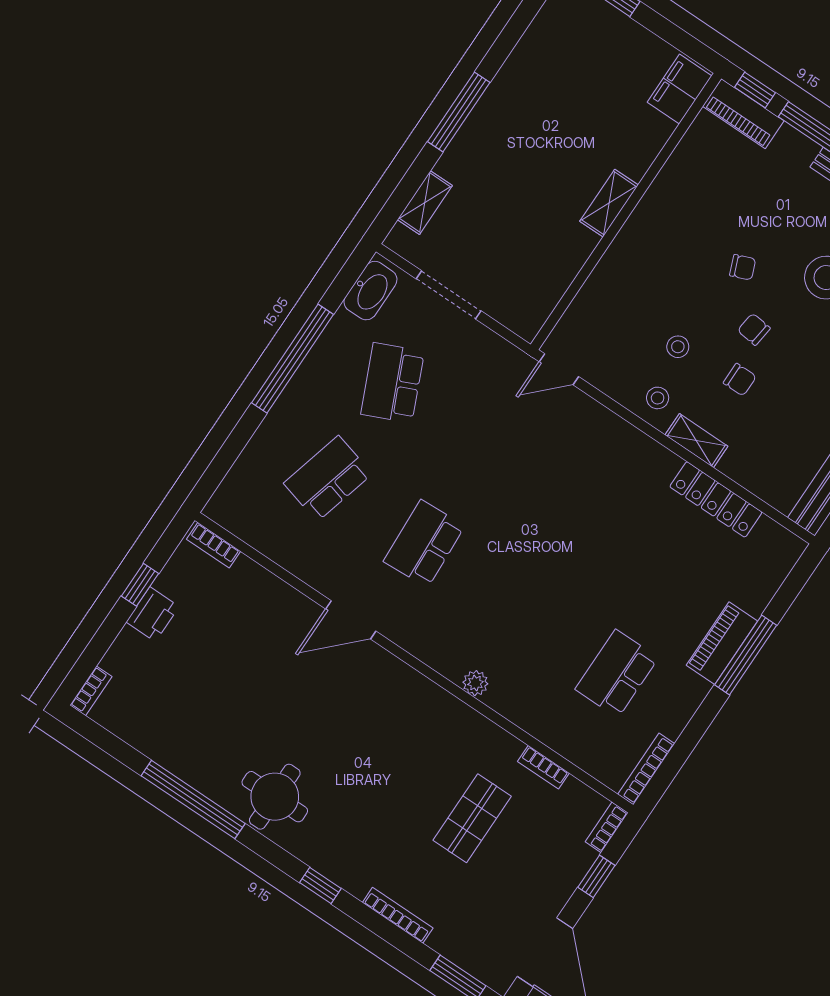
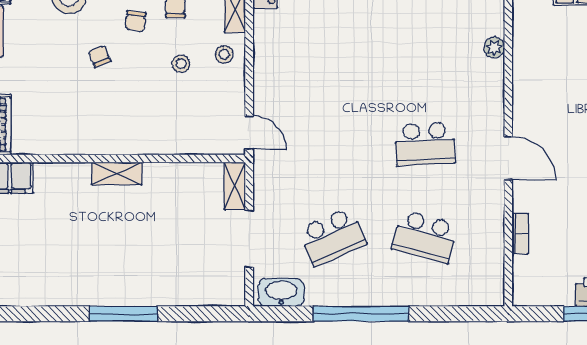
shelving: (425, 203) -> (235, 186), moved, turned 90
bookcase: (213, 545) -> (520, 234), moved

